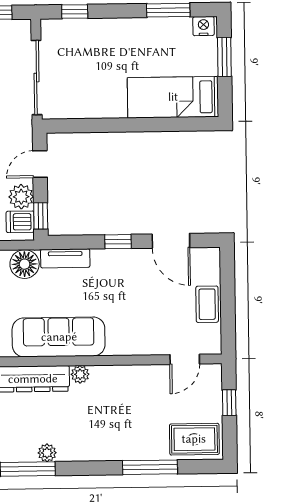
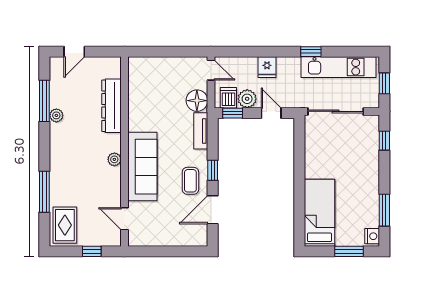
coffee table: (207, 304) -> (190, 181), moved, turned 90
sofa: (59, 337) -> (142, 167), moved
plant: (80, 374) -> (114, 159), moved

